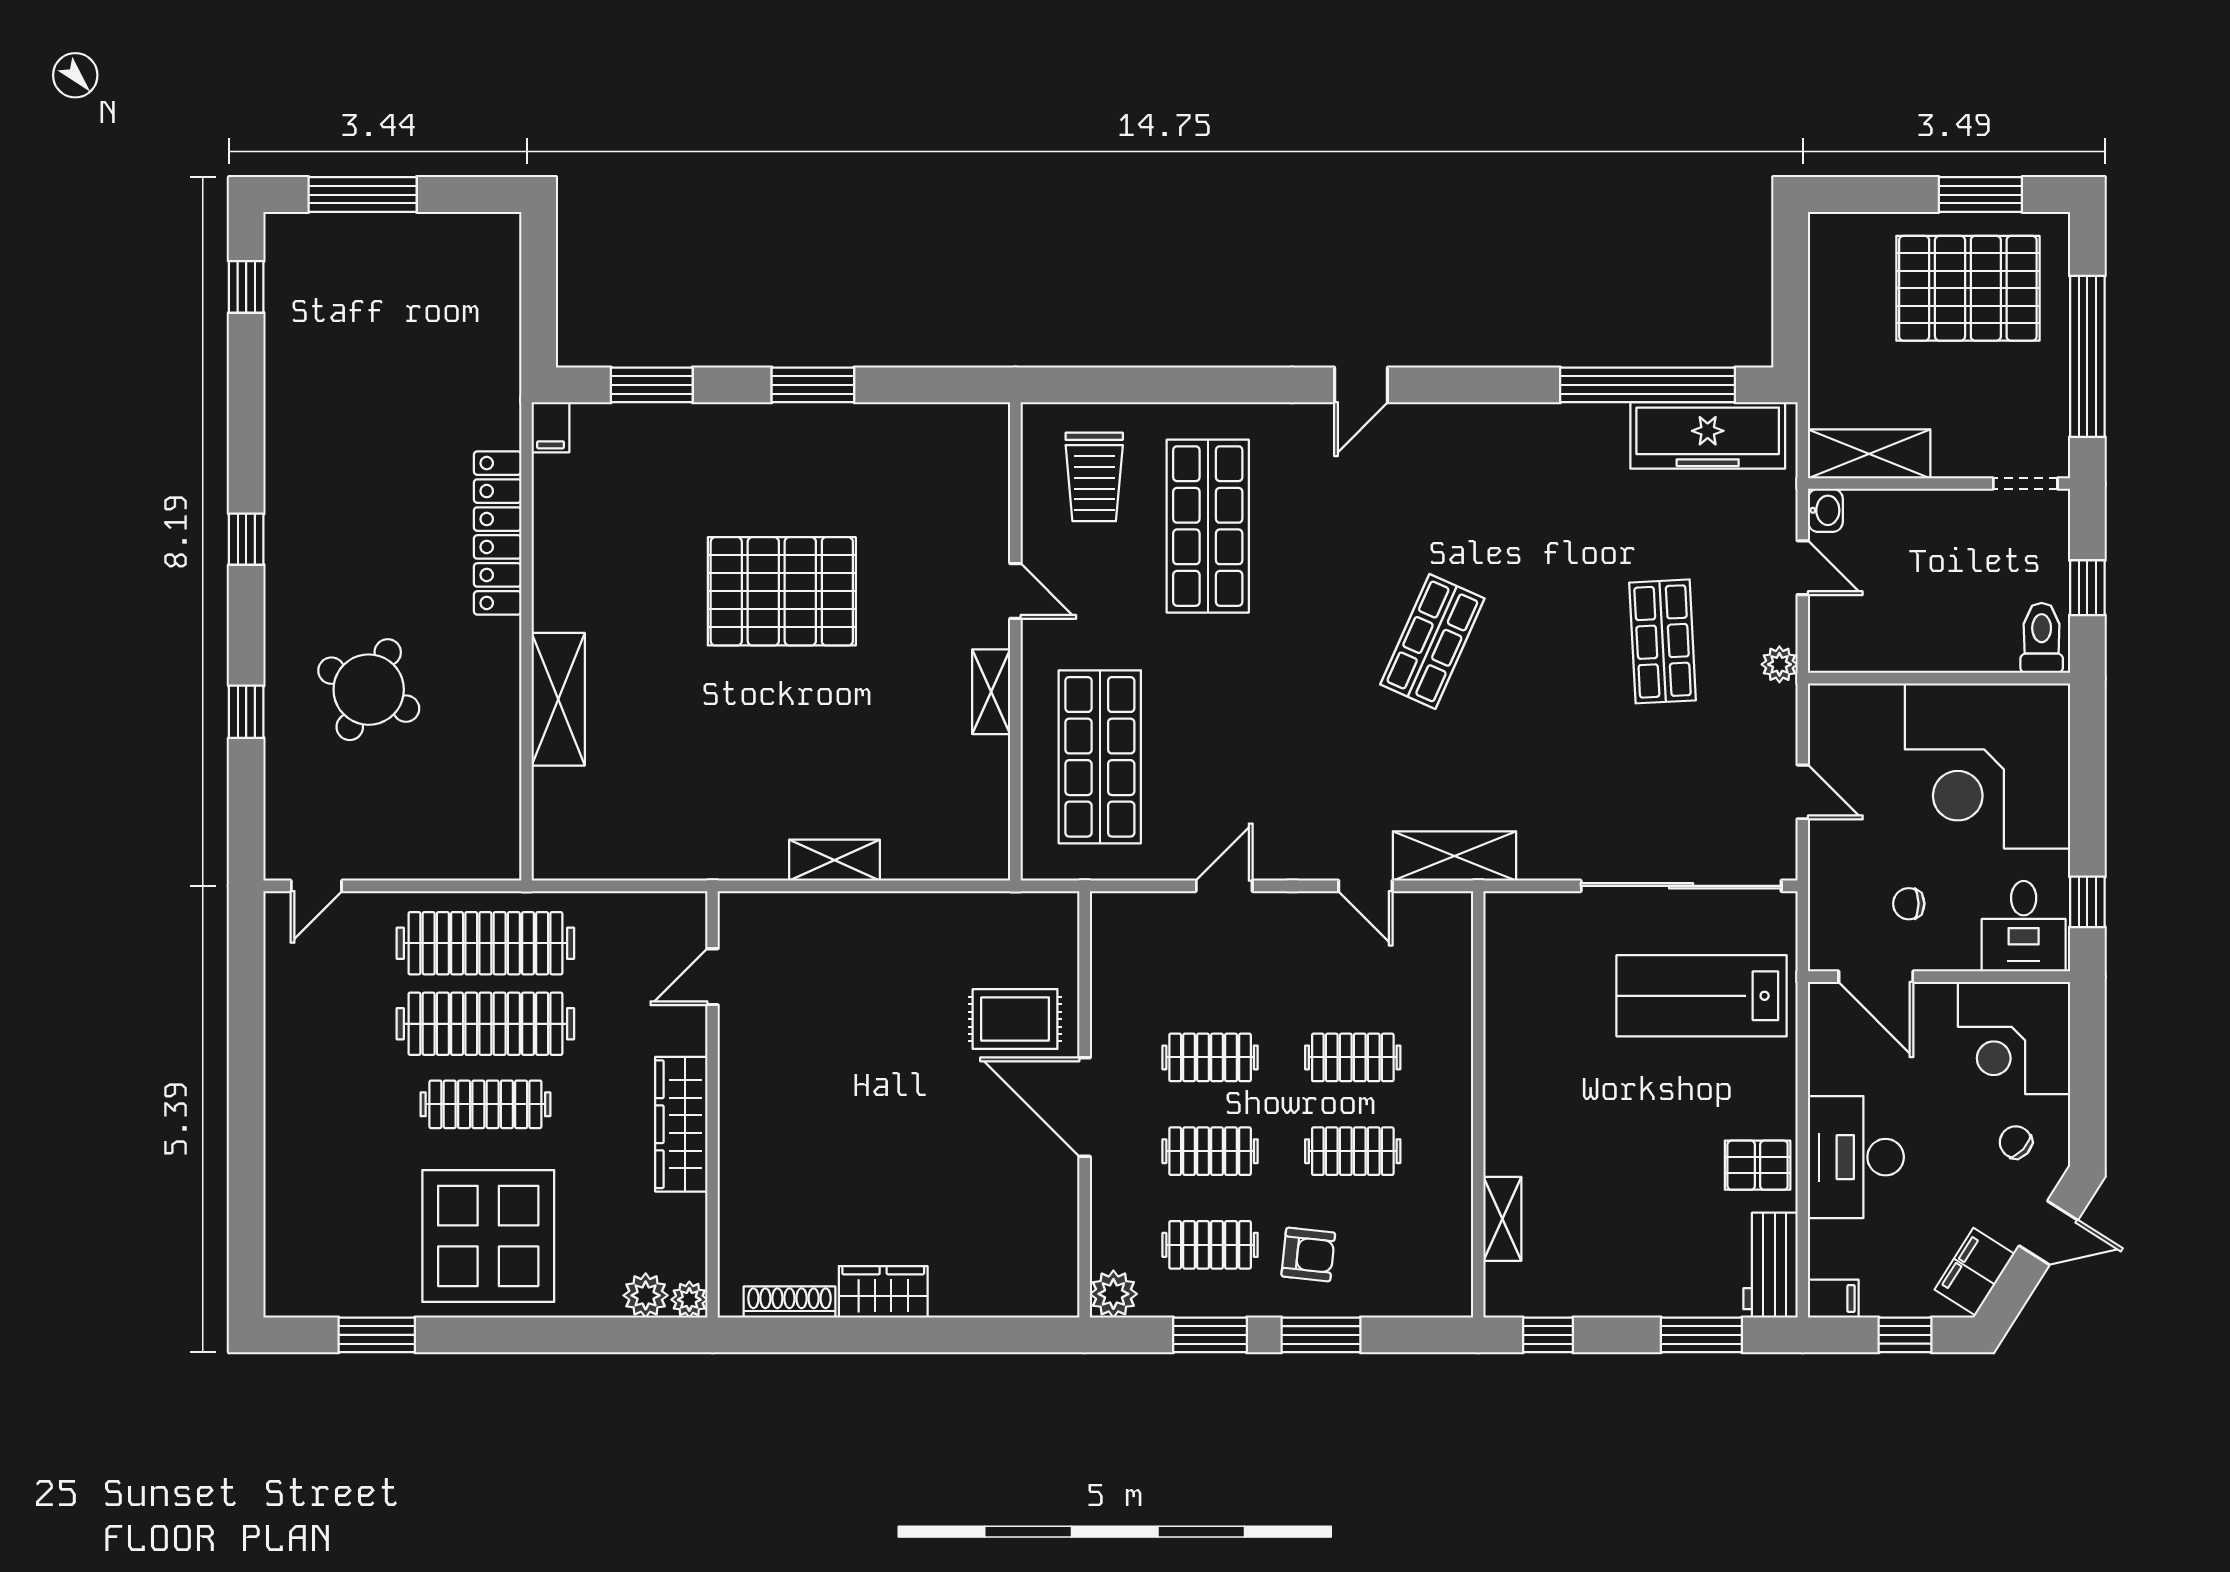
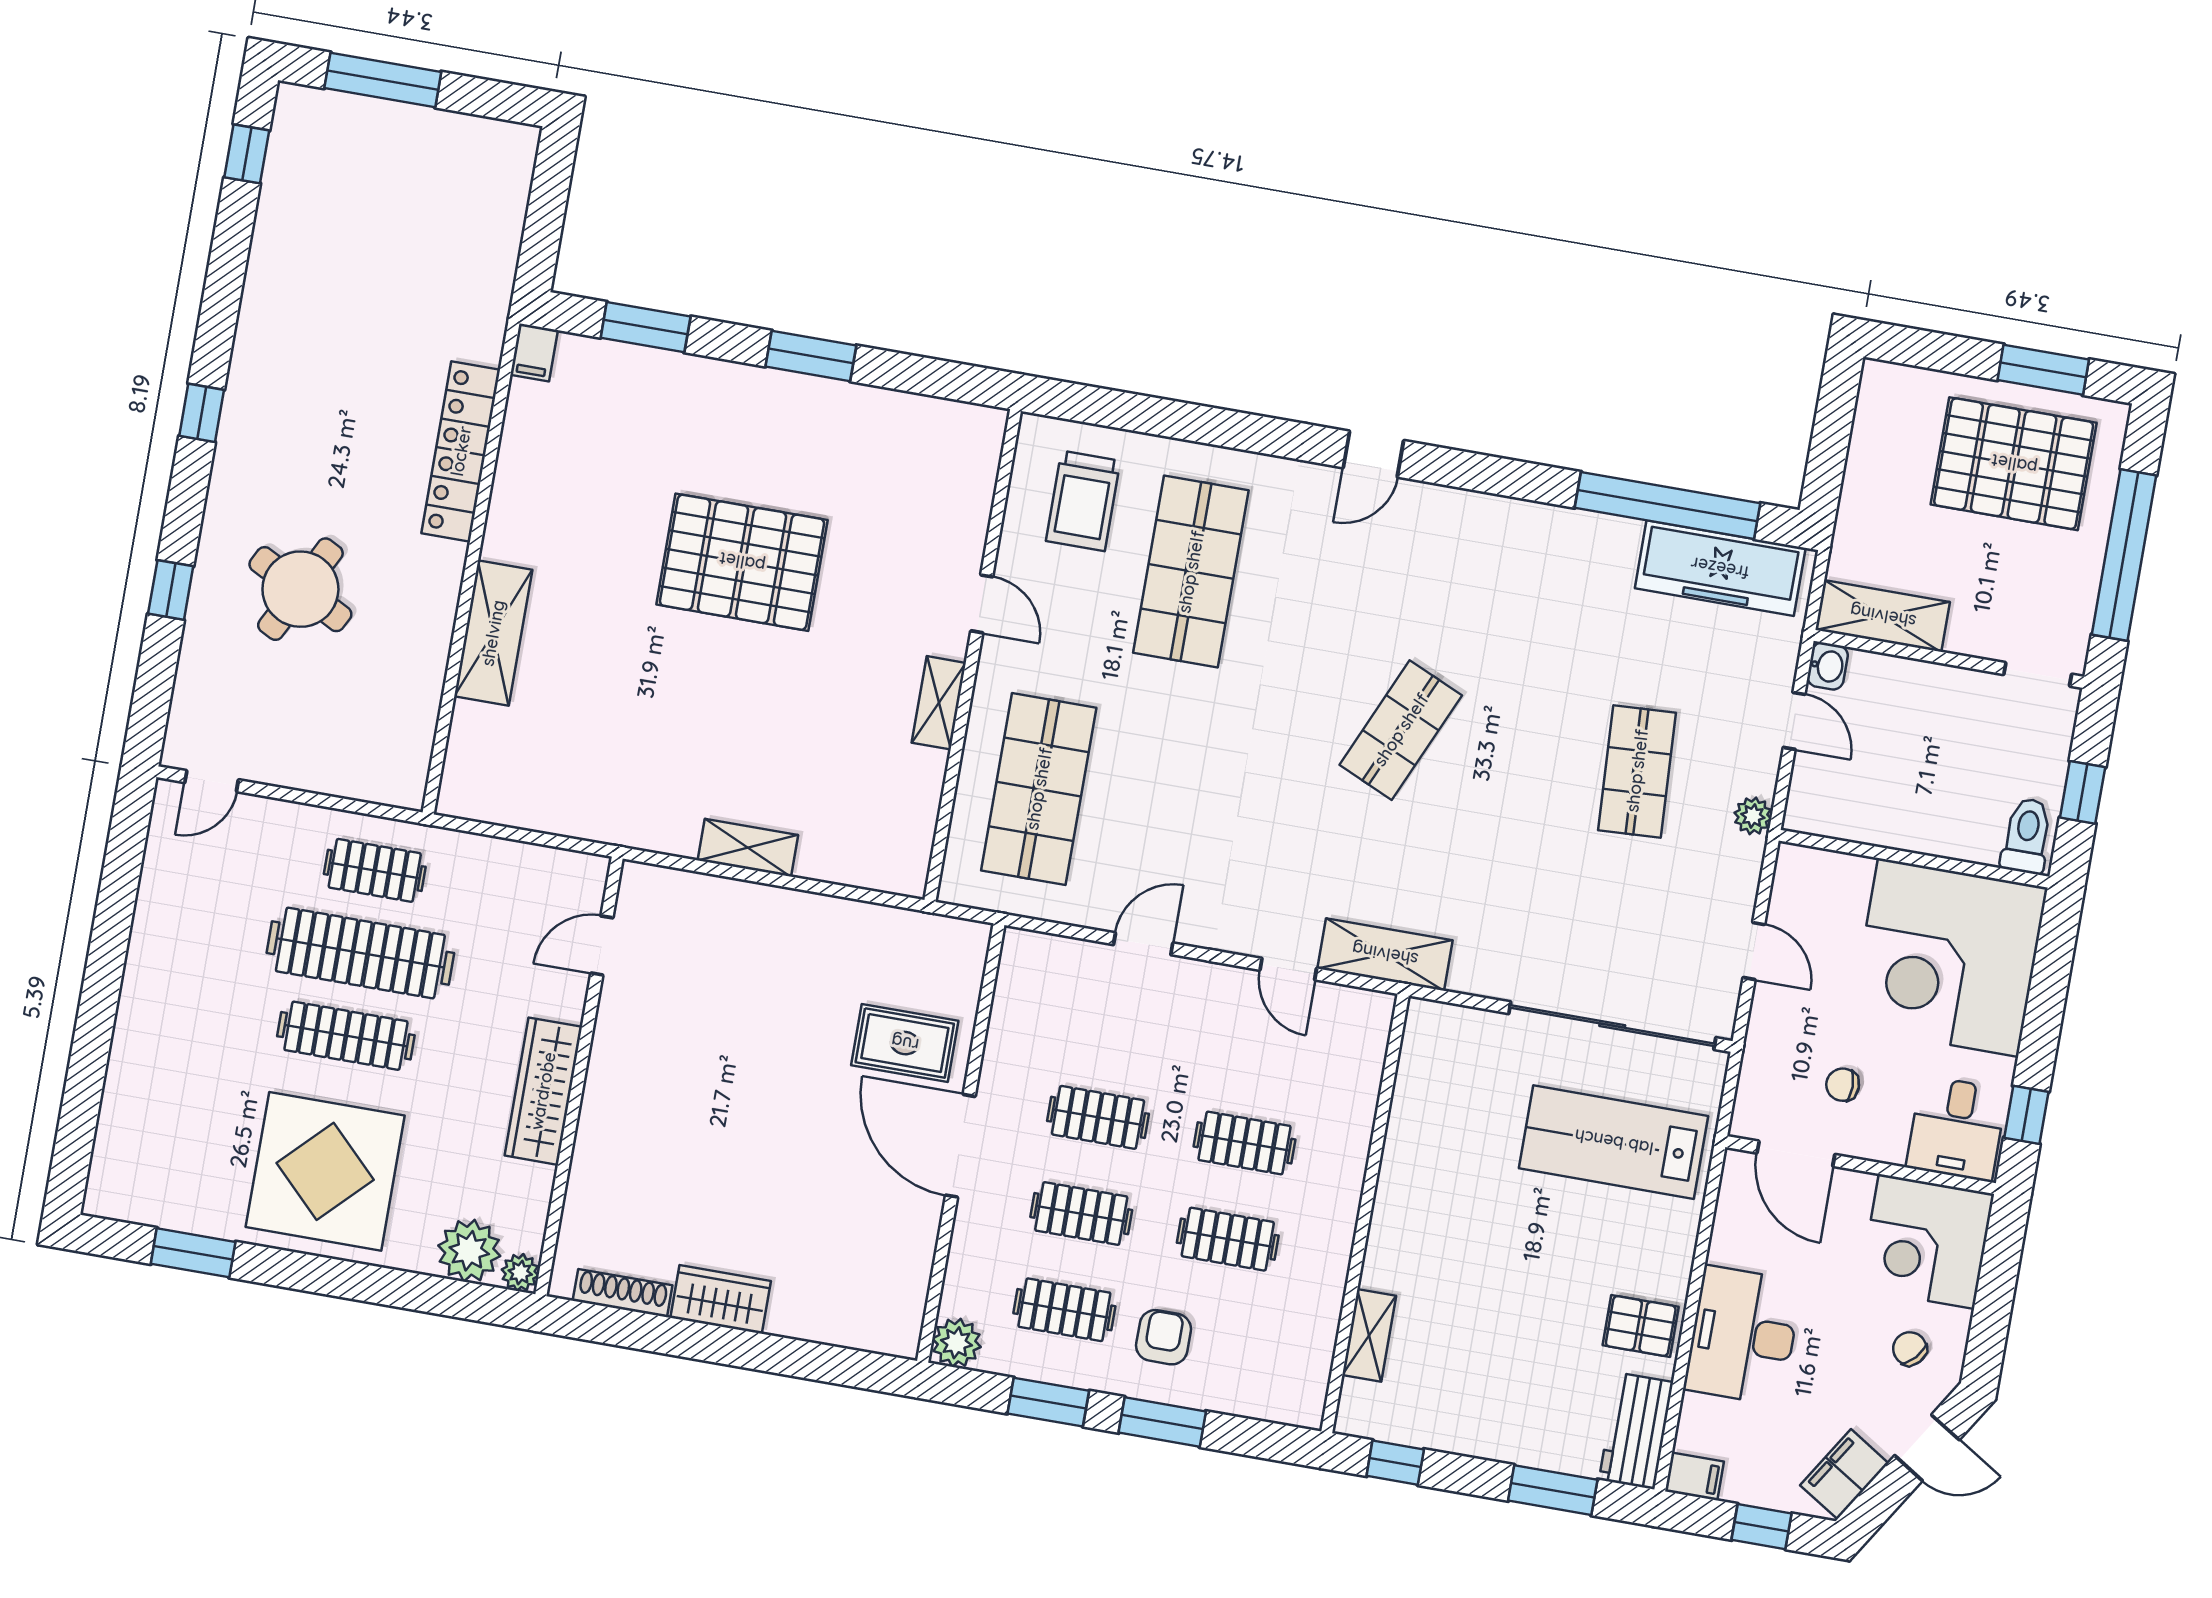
clothes rail: (485, 943) -> (375, 870), width x0.54, depth x0.76
armchair: (1308, 1255) -> (1164, 1337), turned -96
plant: (646, 1295) -> (469, 1251), width x1.36, depth x1.36

